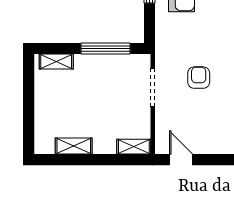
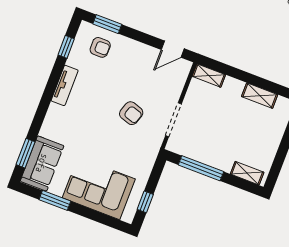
armchair: (199, 78) -> (131, 113), turned -72
door: (181, 160) -> (173, 49), hinge flipped

